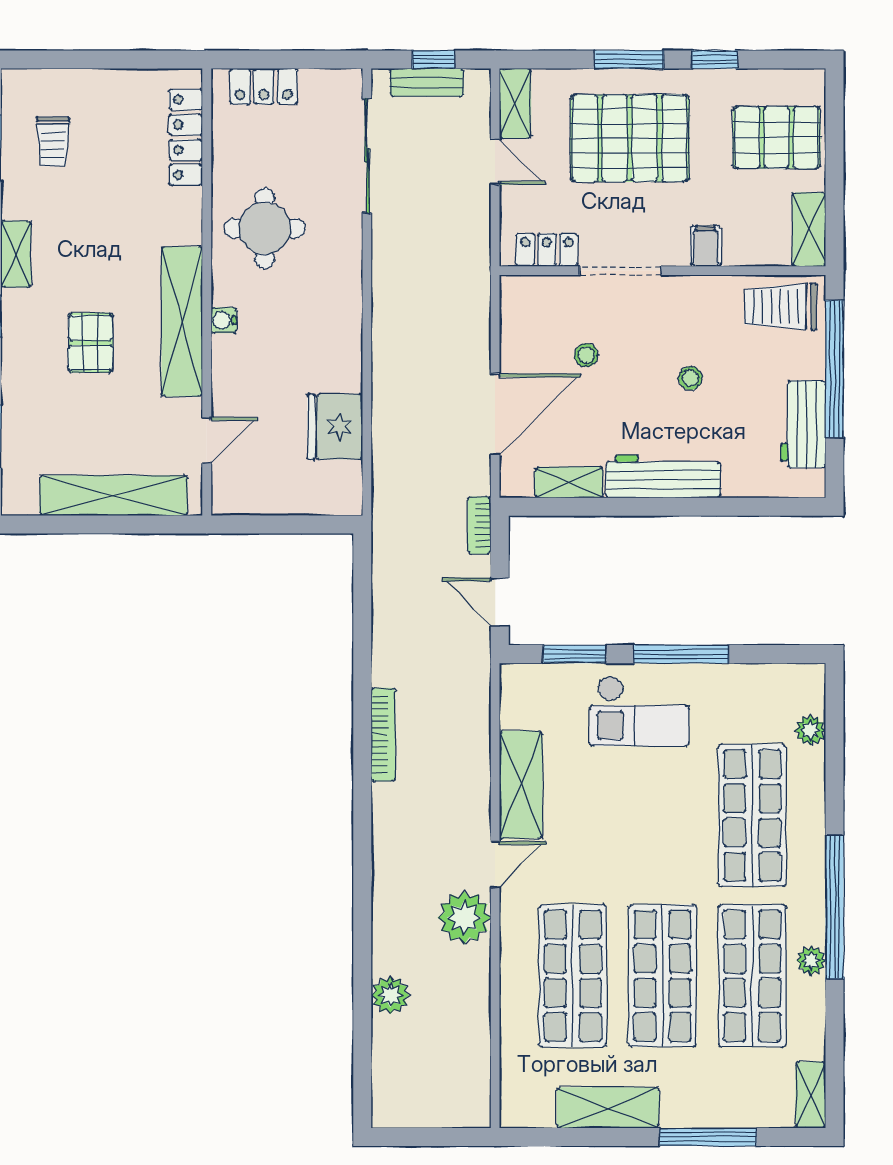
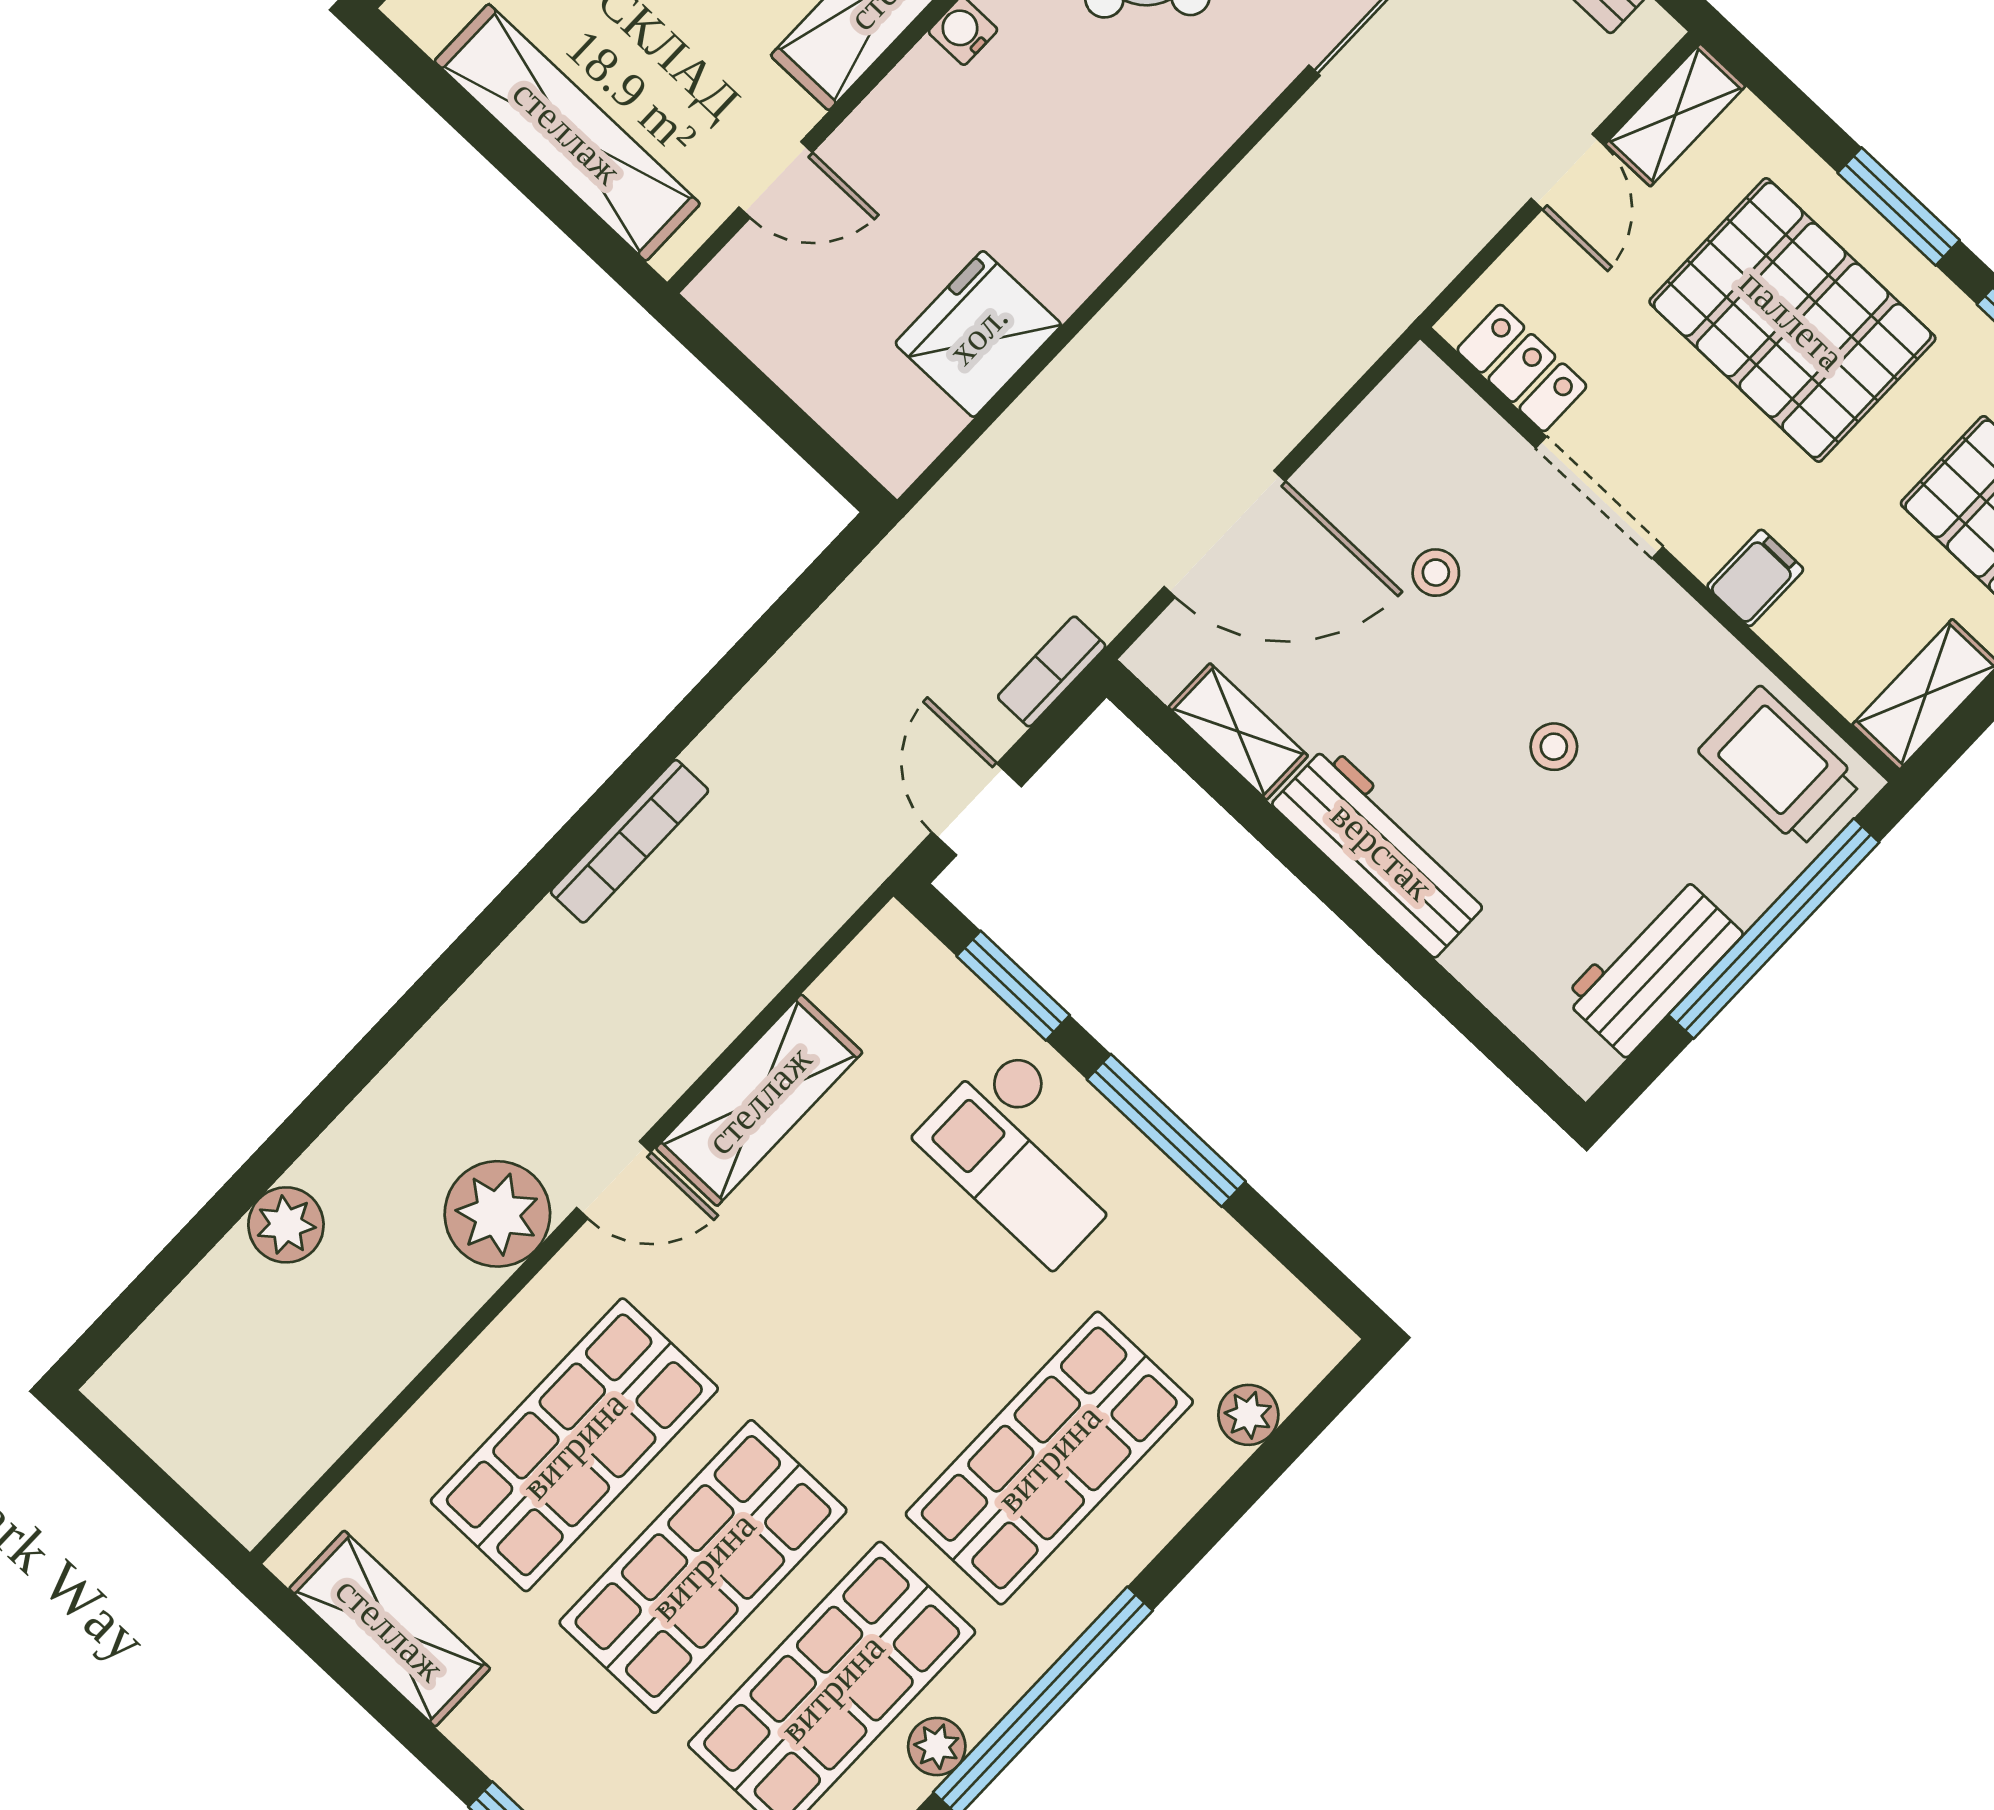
shelving: (608, 1108) -> (390, 1629), moved

